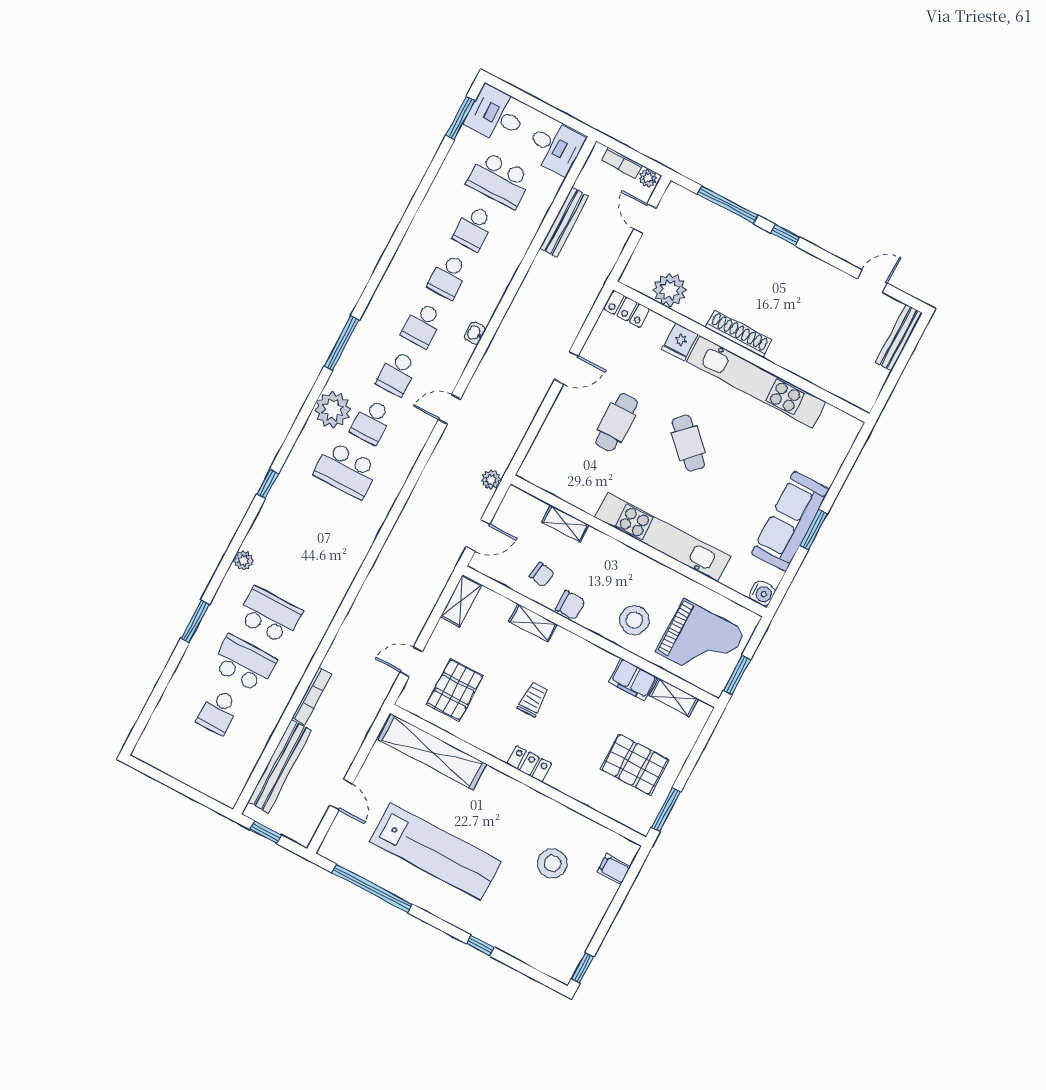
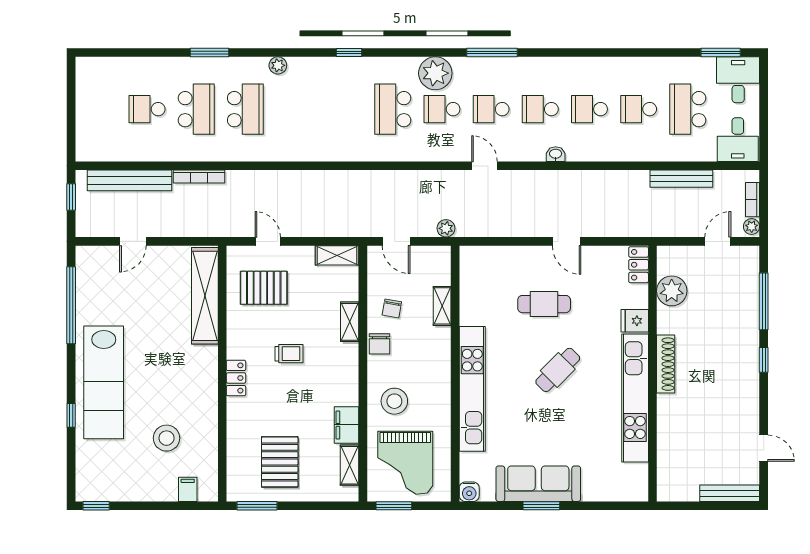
lab bench: (435, 852) -> (104, 382), moved

